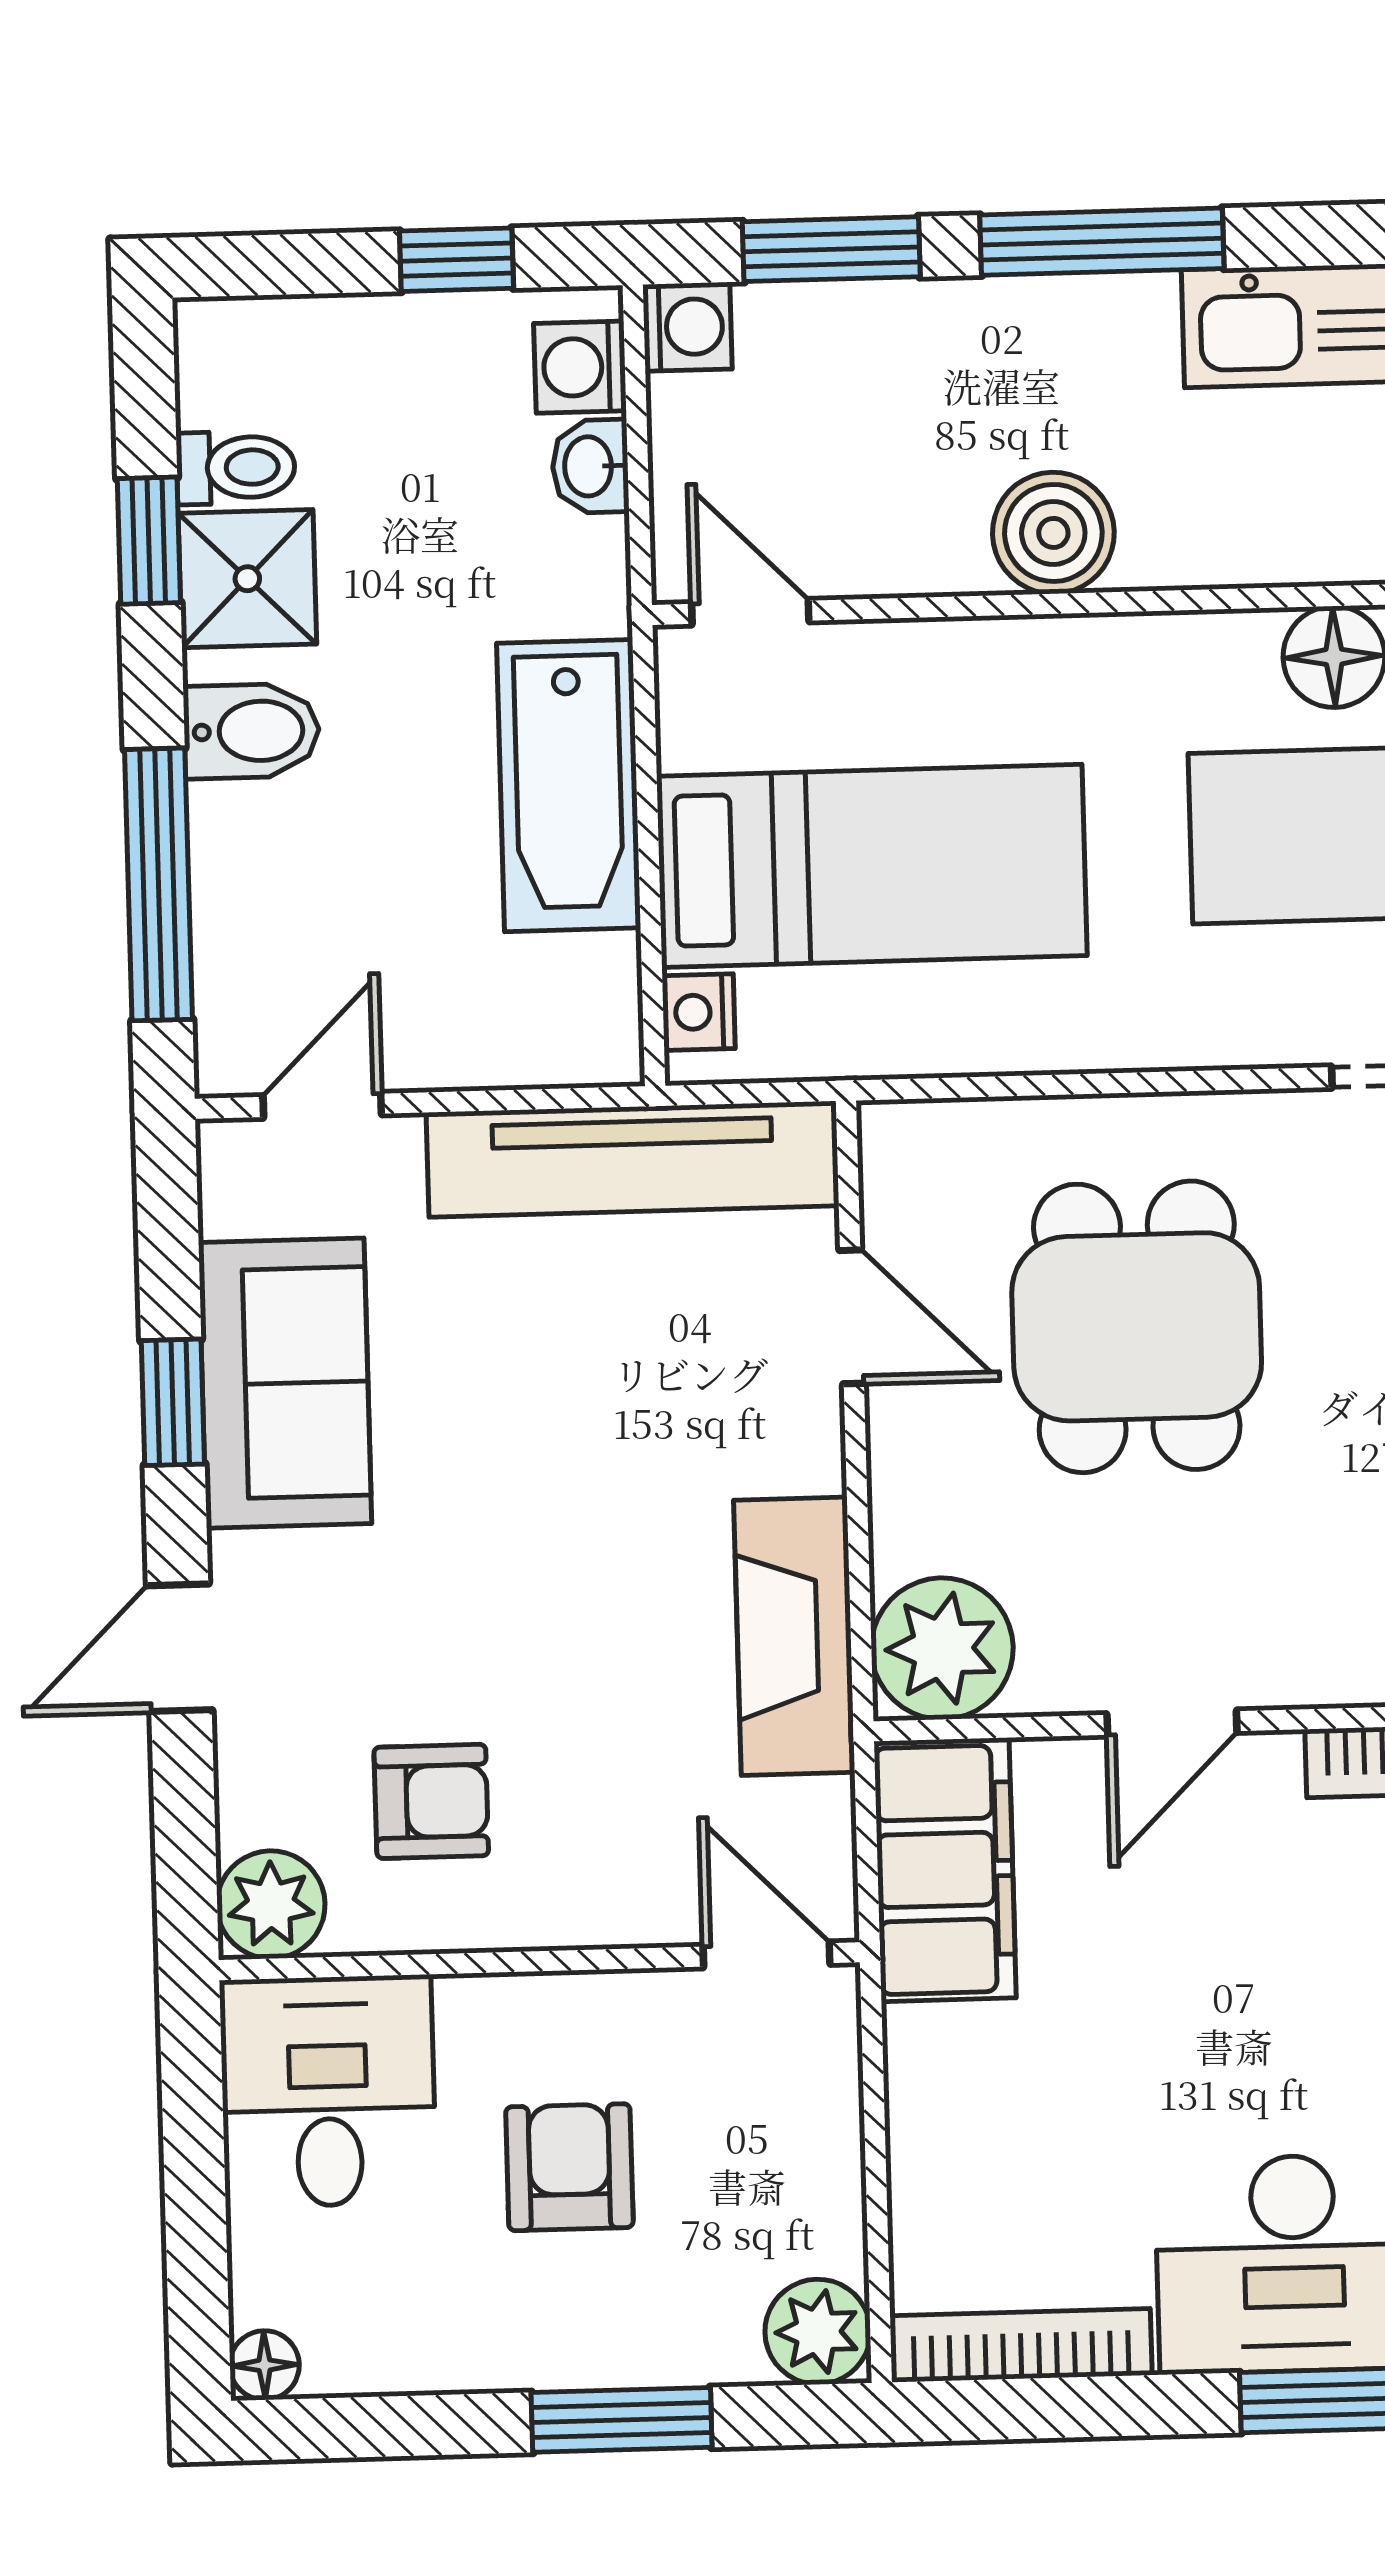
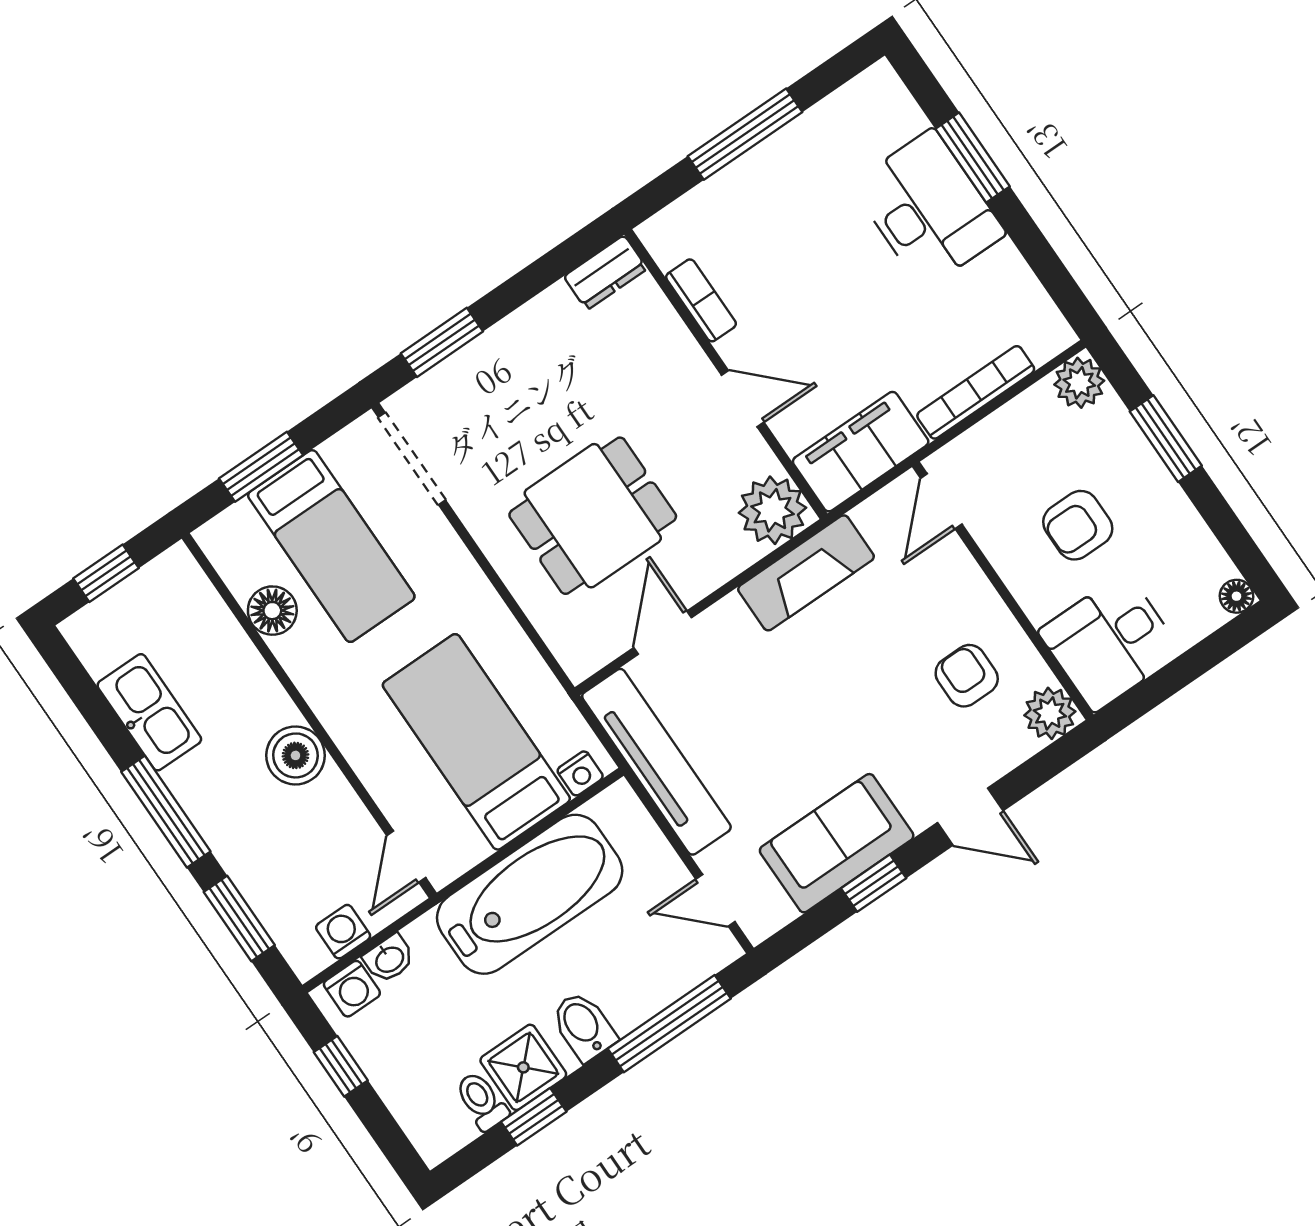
washing machine: (687, 327) -> (343, 932), moved
bathtub: (569, 786) -> (530, 894), width x1.36, depth x1.36
bookcase: (1021, 2345) -> (976, 392), moved, turned 90

